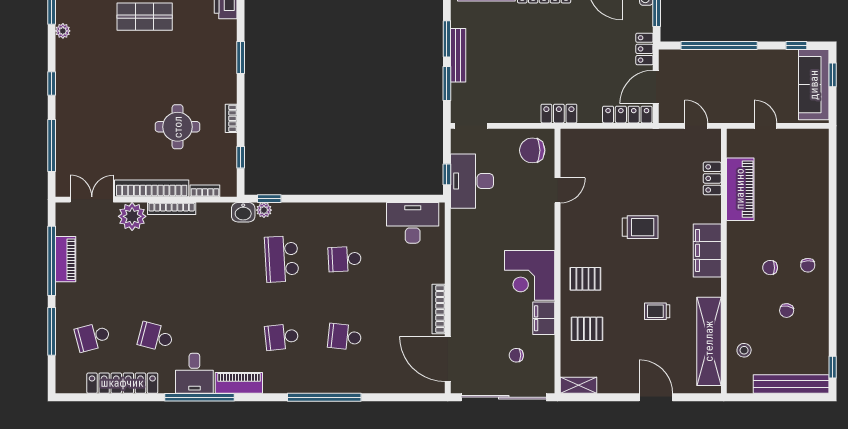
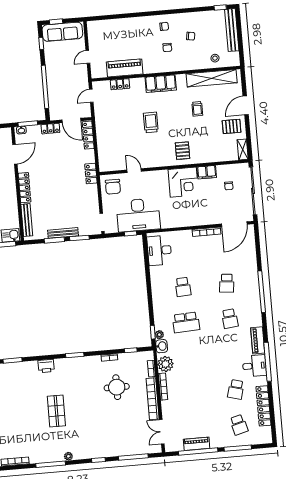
desk: (472, 181) -> (138, 215), width x1.36, depth x1.30
plant: (132, 216) -> (166, 364), moved
pallet: (587, 329) -> (232, 126), moved, turned 90

